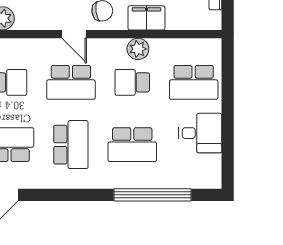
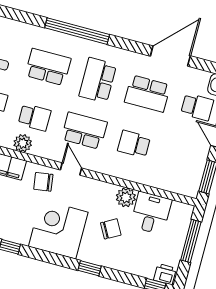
window: (153, 195) -> (77, 31), moved

